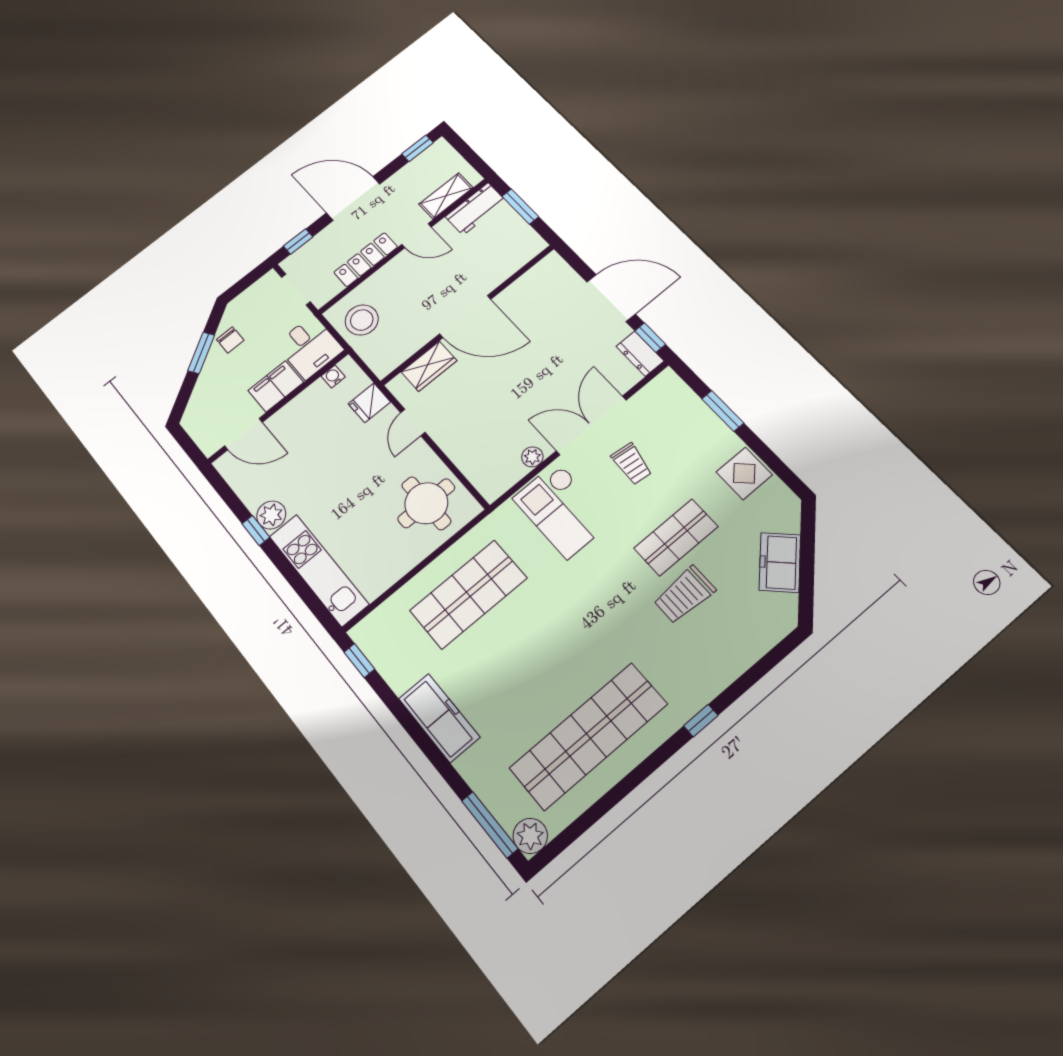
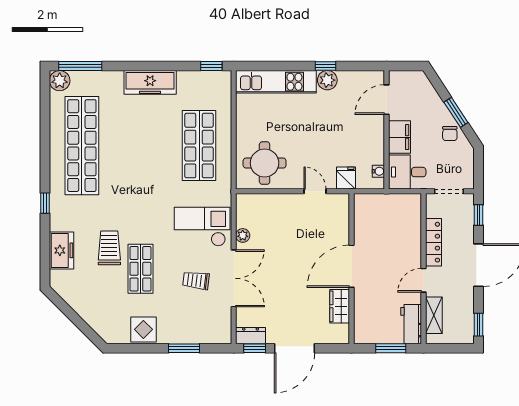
stool: (362, 320) -> (398, 212), removed
chair: (230, 340) -> (450, 134), turned -90
wardrobe: (429, 366) -> (340, 306), moved
freezer: (780, 562) -> (61, 250), moved, turned 45

